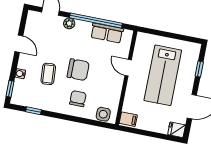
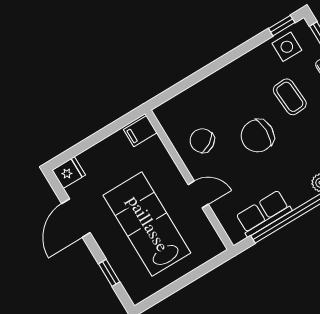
chair: (78, 99) -> (202, 141), moved, turned 148
window: (33, 111) -> (282, 26), moved
side table: (103, 114) -> (287, 47), moved

